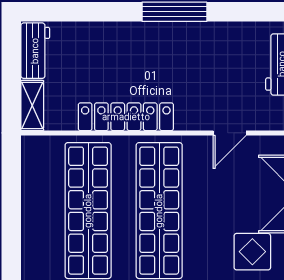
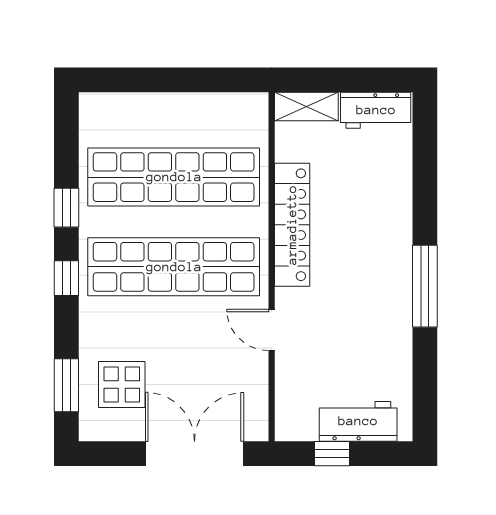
door: (230, 133) -> (272, 330), moved

